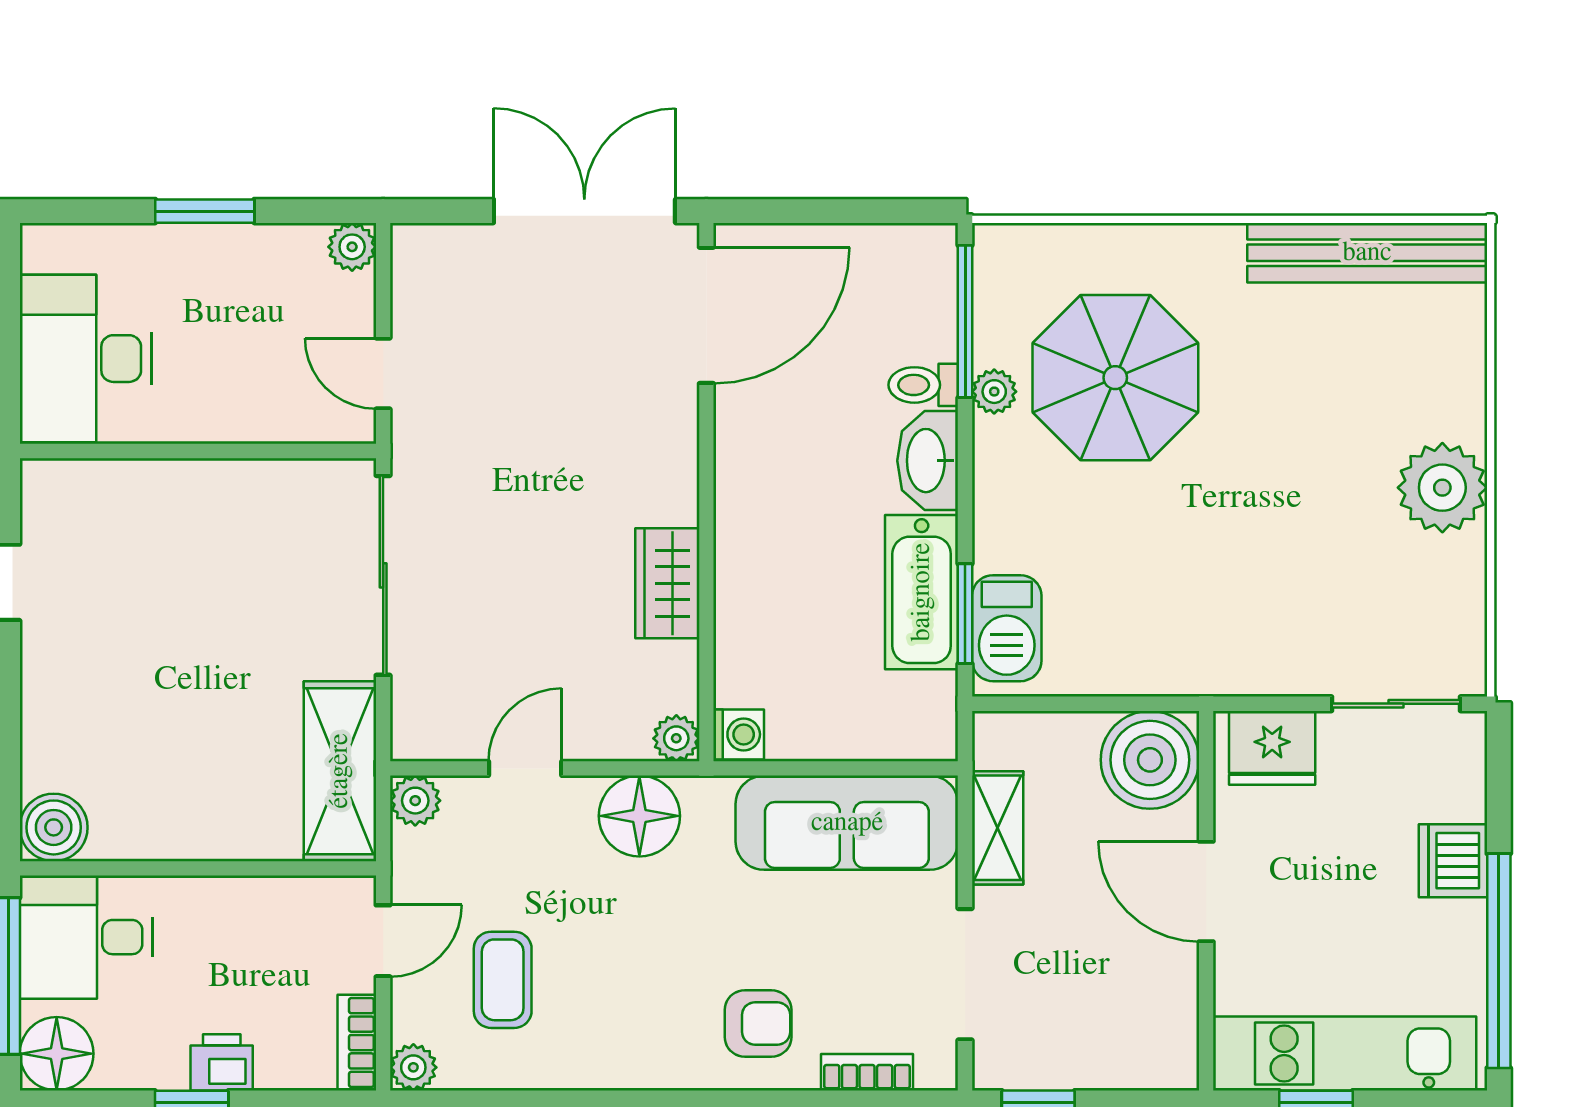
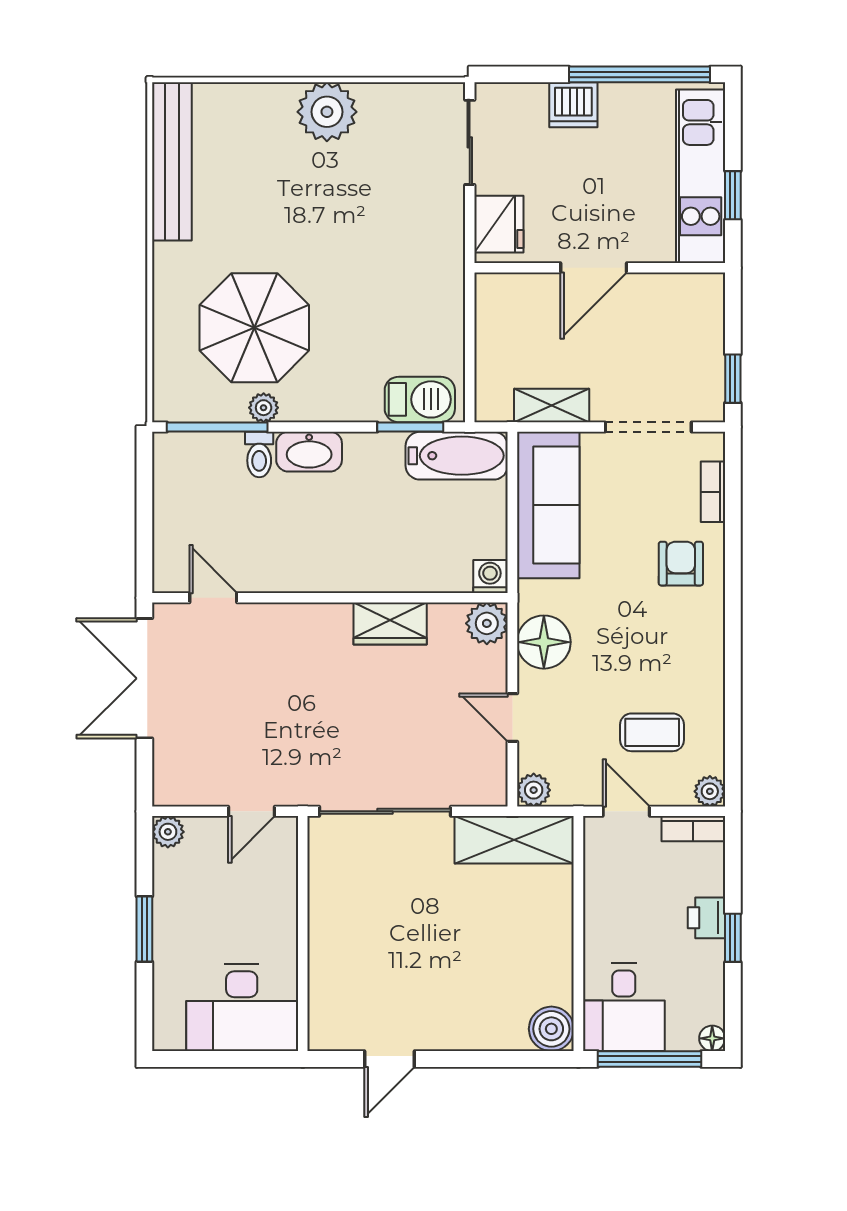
door: (706, 315) -> (213, 598), width x0.53
bathtub: (922, 592) -> (457, 456), moved
plant: (676, 738) -> (487, 623), width x1.38, depth x1.38
boiler: (1150, 760) -> (507, 305), removed
floor lamp: (57, 1054) -> (712, 1038), width x0.53, depth x0.53

